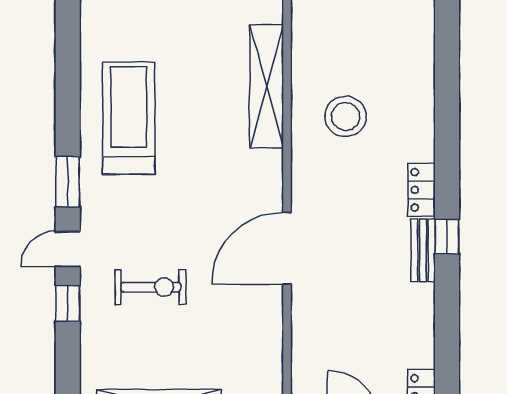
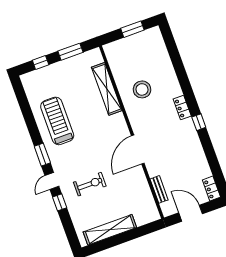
bench: (423, 250) -> (159, 189), moved

